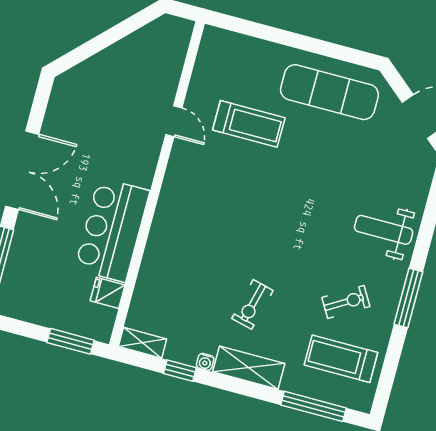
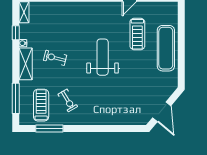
exercise mat: (329, 92) -> (166, 48), moved
weight bench: (384, 230) -> (103, 57), moved, width x1.36, depth x1.33
window: (408, 298) -> (49, 129), moved

